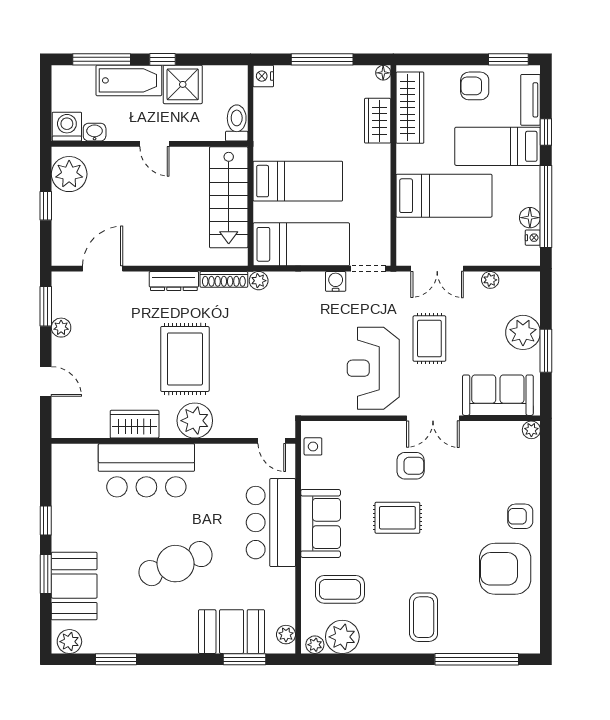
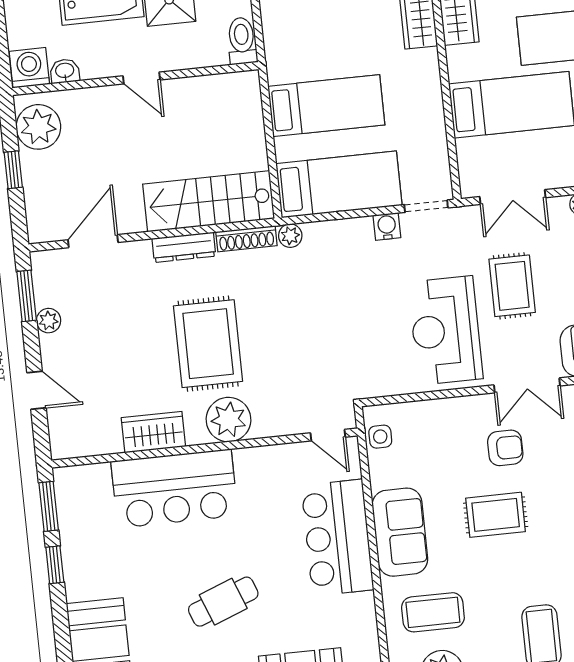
stairs: (229, 197) -> (209, 201), moved, turned 90
cafe table: (176, 564) -> (223, 602), width x0.73, depth x0.74
window: (46, 574) -> (49, 506), moved

